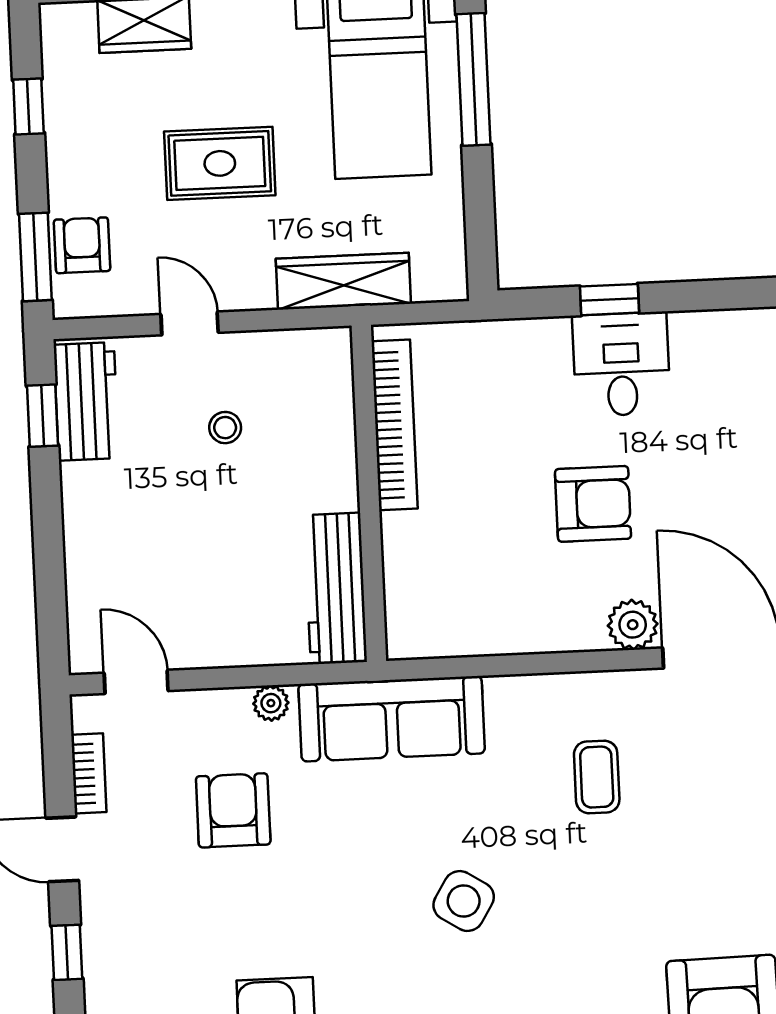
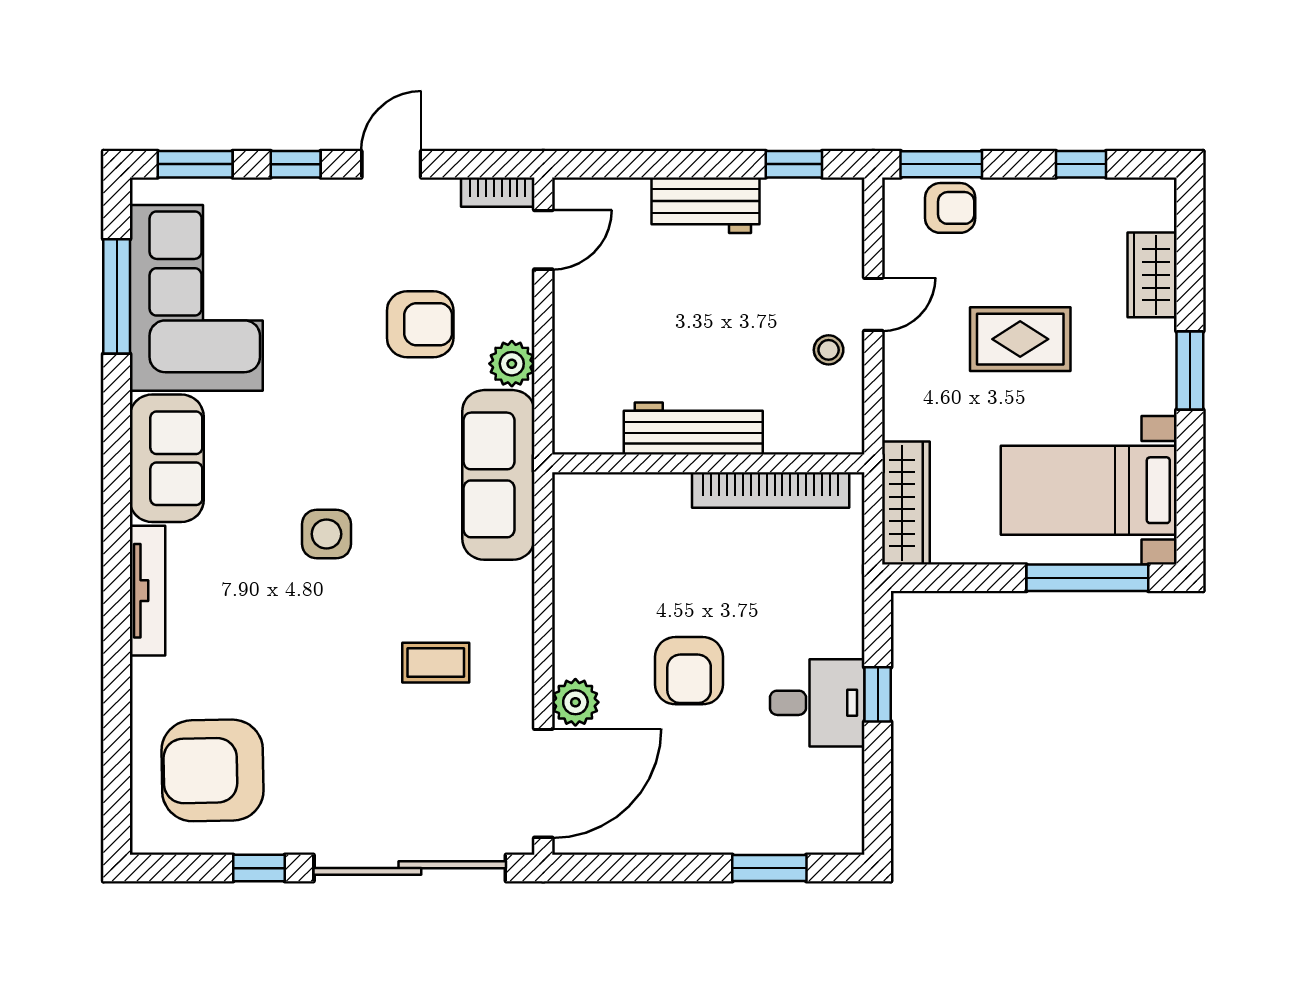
rug: (220, 163) -> (1020, 339), turned 90
wardrobe: (343, 281) -> (906, 503), moved
workbench: (86, 401) -> (705, 205), moved
stool: (225, 428) -> (829, 350), moved
workbench: (336, 588) -> (693, 428), moved
plant: (271, 703) -> (512, 364), width x1.38, depth x1.38
bookcase: (89, 773) -> (498, 192), moved
side table: (464, 901) -> (326, 534), turned -32

